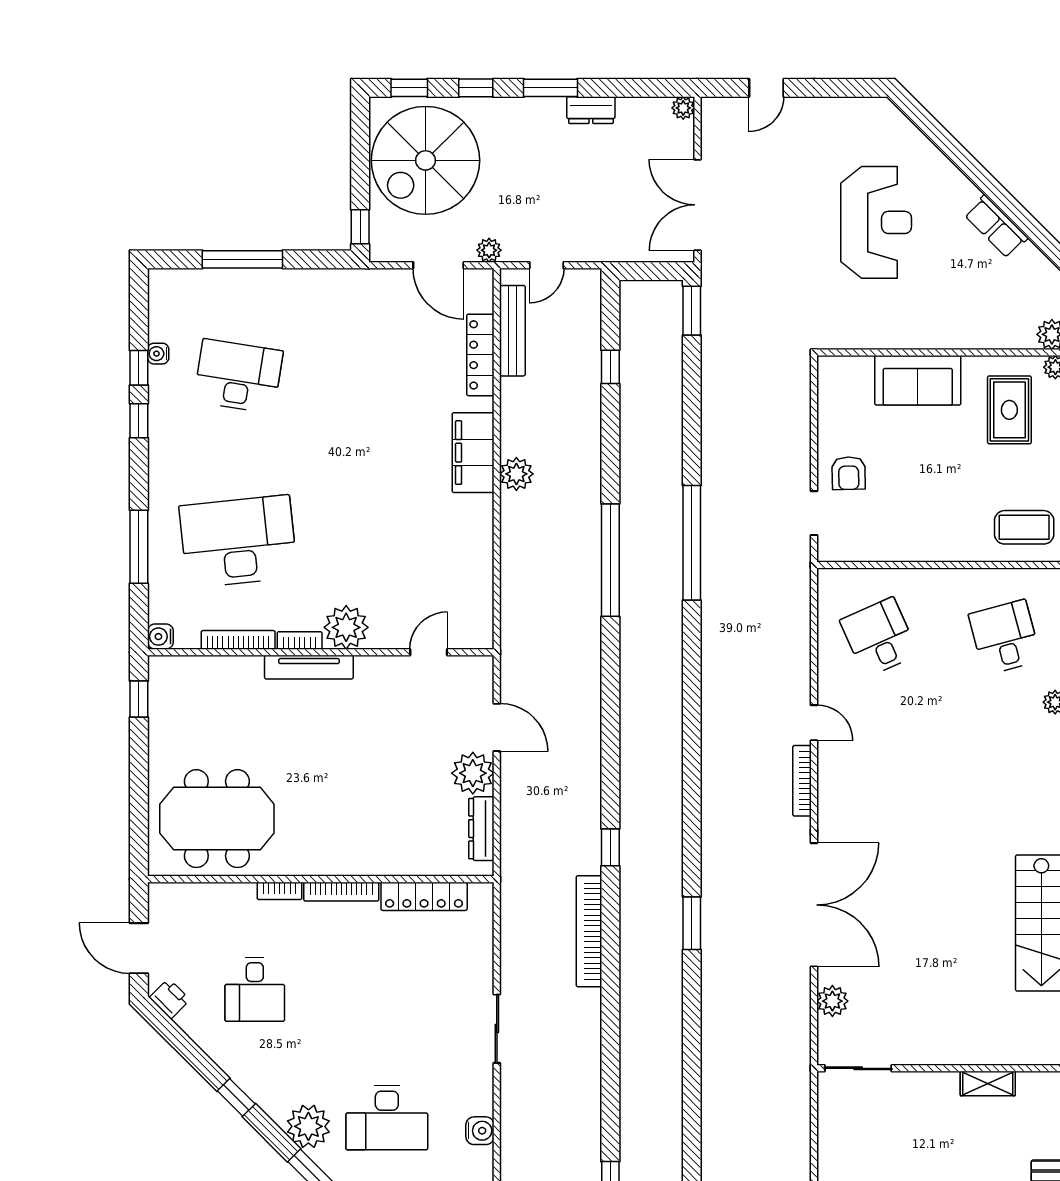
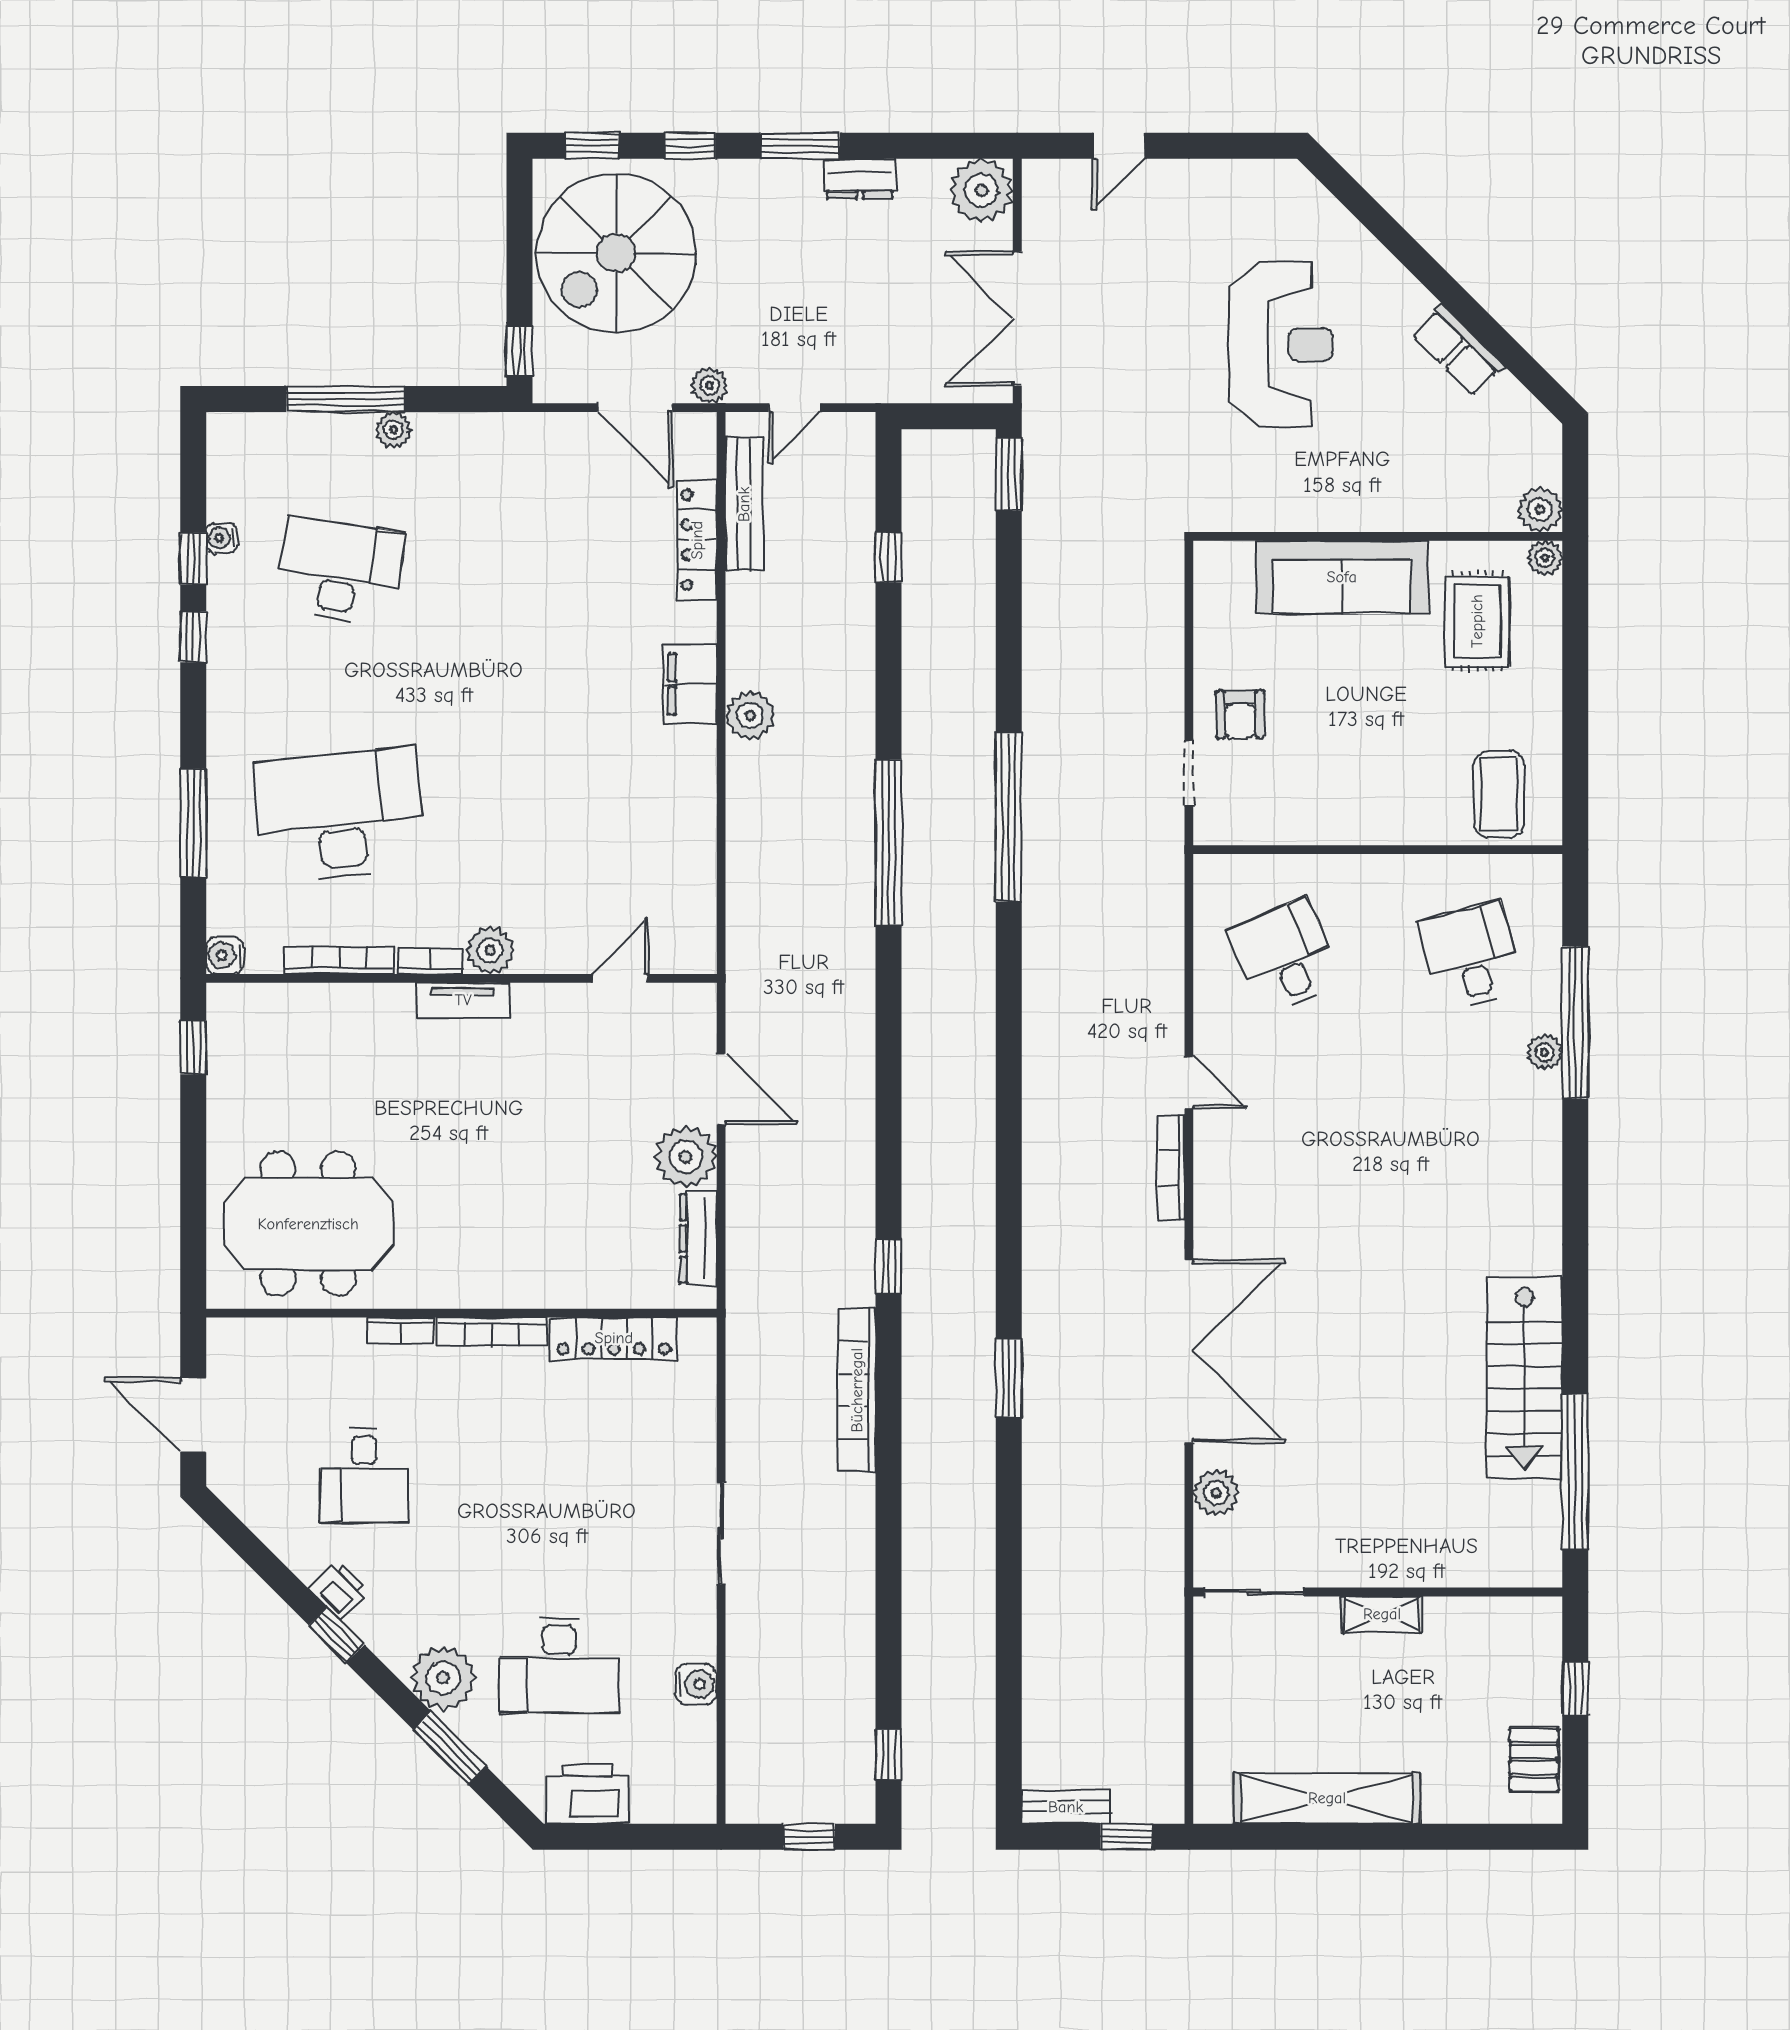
plant: (683, 108) -> (981, 190), width x1.88, depth x1.88
plant: (275, 280) -> (393, 430), added
sofa: (918, 380) -> (1342, 577), width x1.36
filing cabinet: (473, 453) -> (691, 684), width x0.67, depth x0.86
coffee table: (1024, 527) -> (1499, 794), turned 90
plant: (346, 627) -> (490, 950), width x0.73, depth x0.73
tv unit: (309, 667) -> (463, 1000), width x0.71
printer: (170, 999) -> (339, 1590), moved
shelving: (988, 1083) -> (1382, 1614), moved

